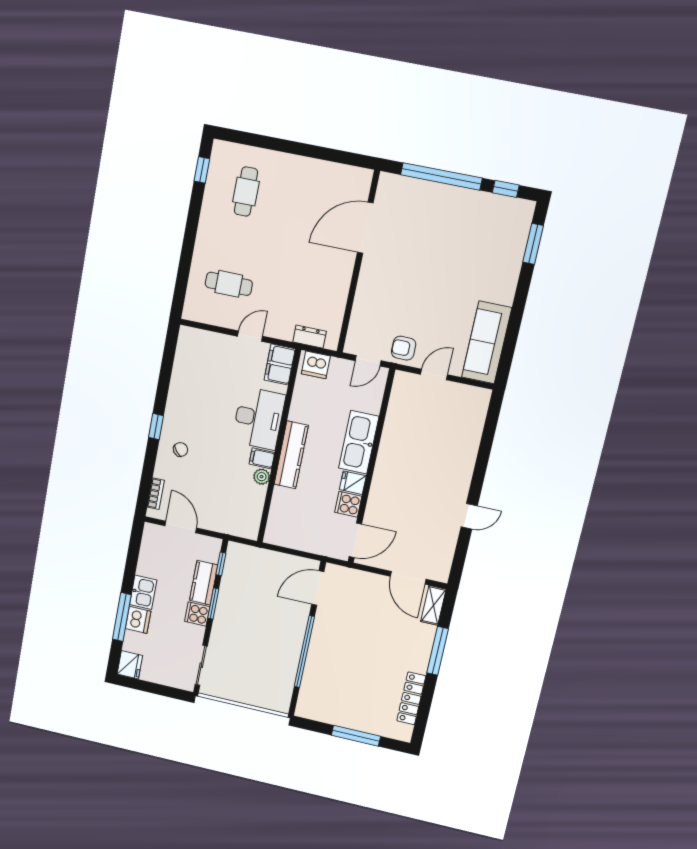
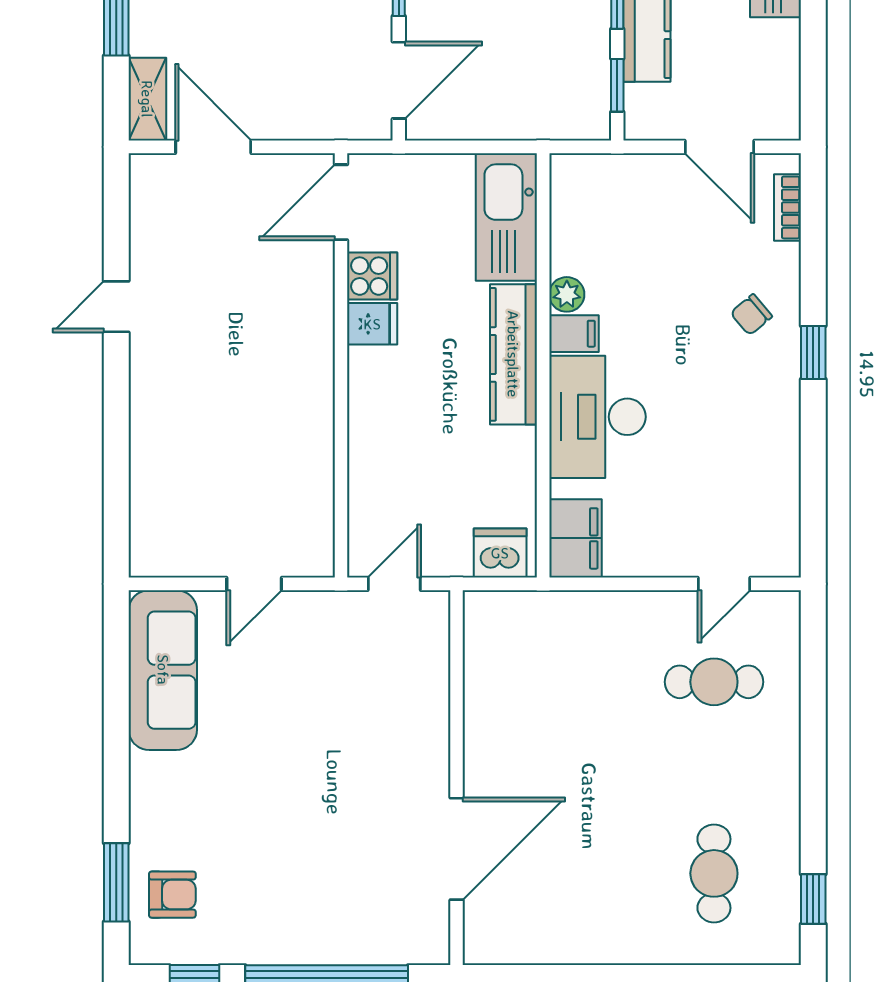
door: (250, 336) -> (724, 584), moved
dresser: (310, 337) -> (525, 608), removed
armchair: (404, 348) -> (172, 895), moved
kitchen sink: (359, 442) -> (506, 217), moved, turned 180

